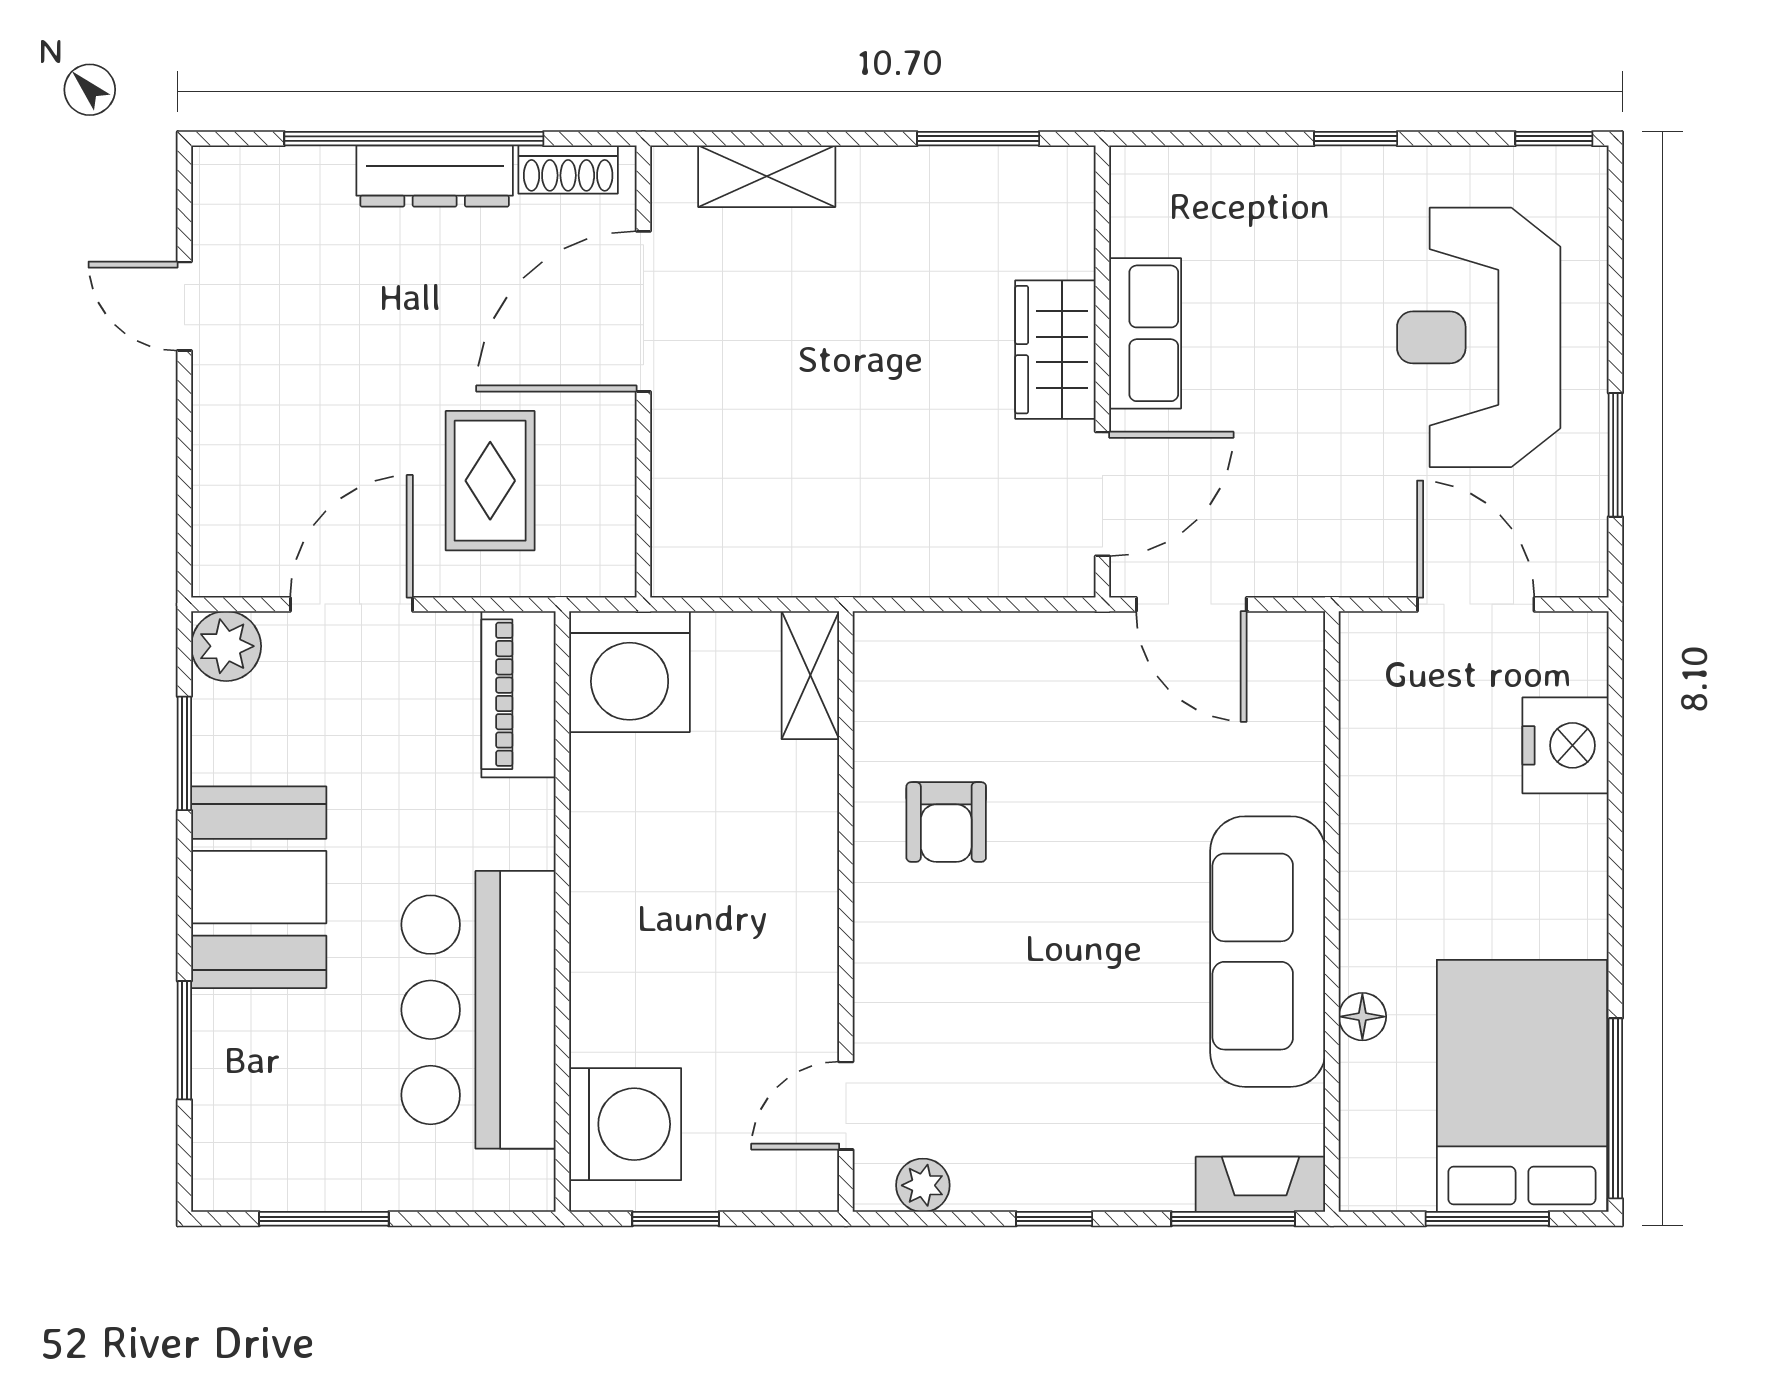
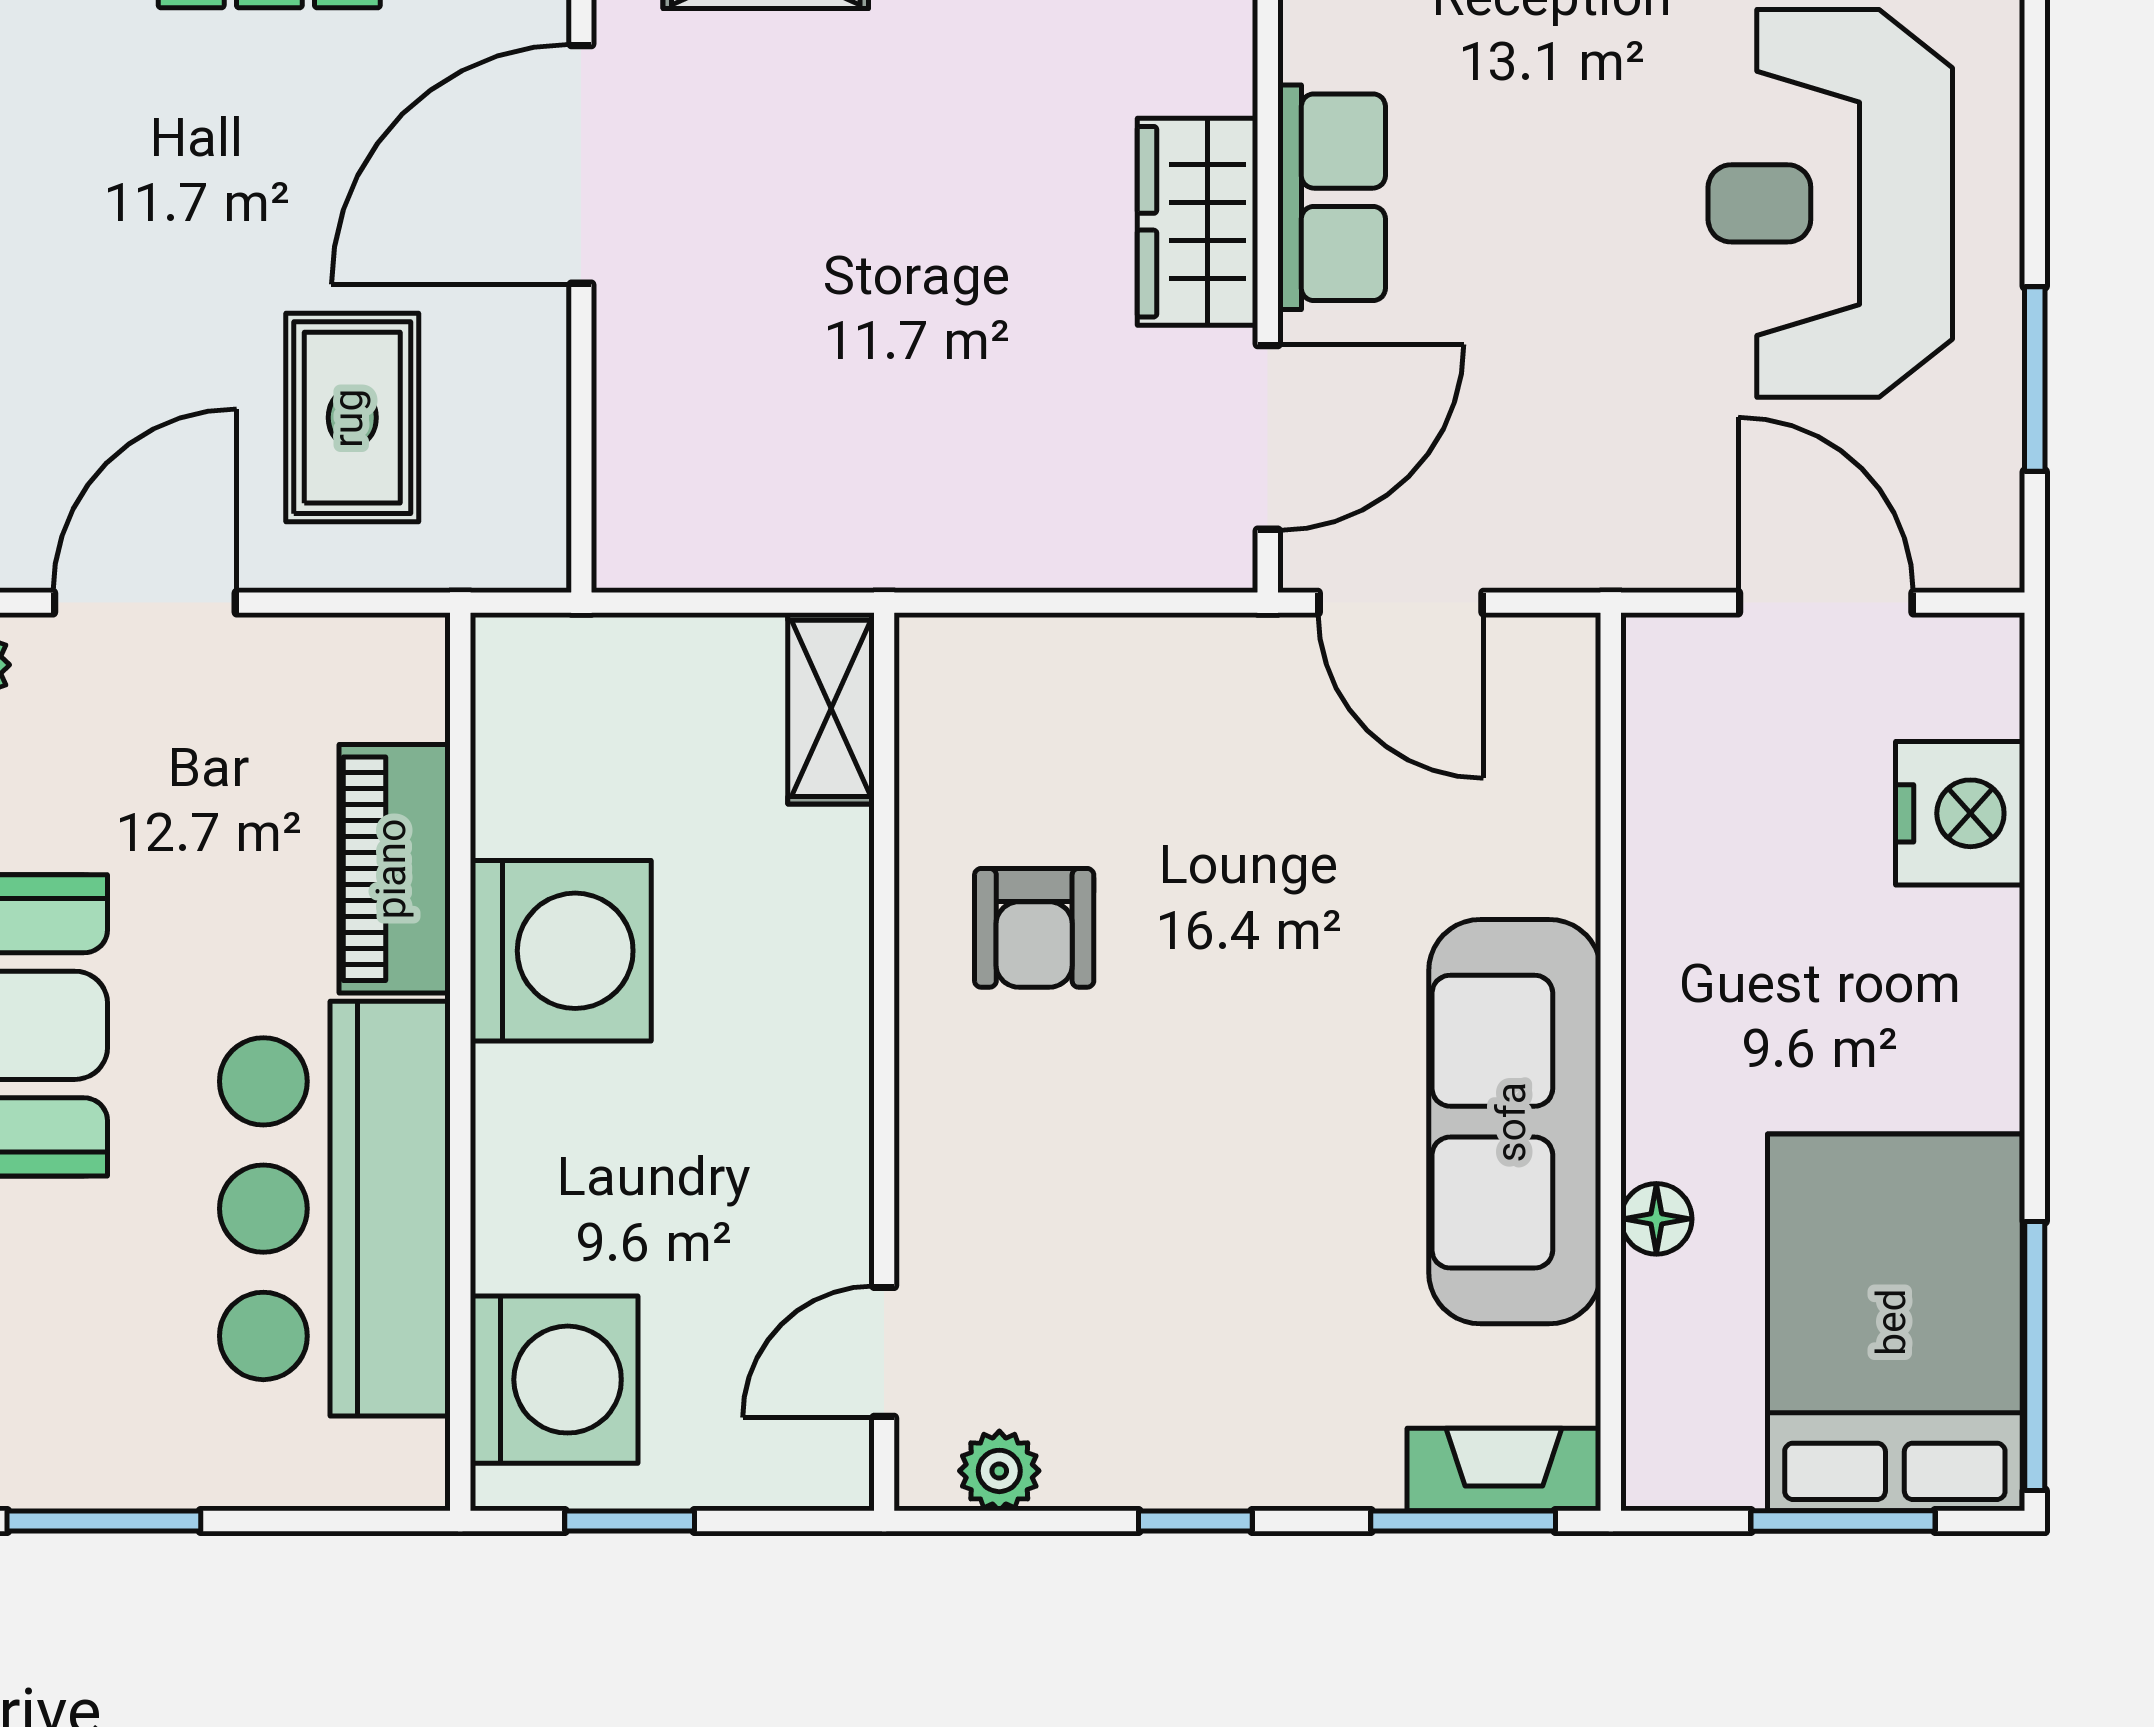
washing machine: (630, 672) -> (561, 951), moved, turned -90
piano: (518, 694) -> (395, 869), moved

